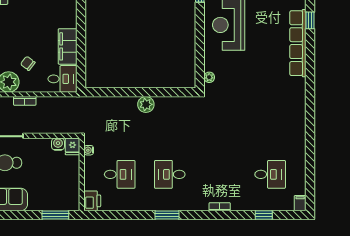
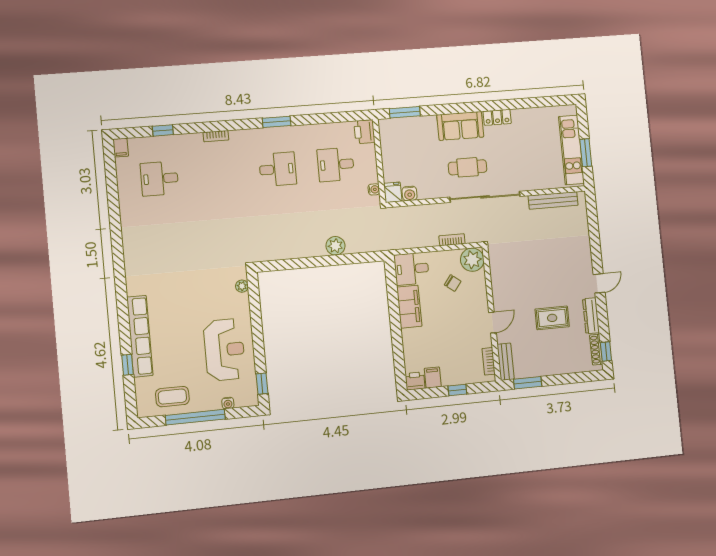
plant: (146, 104) -> (335, 246), moved

